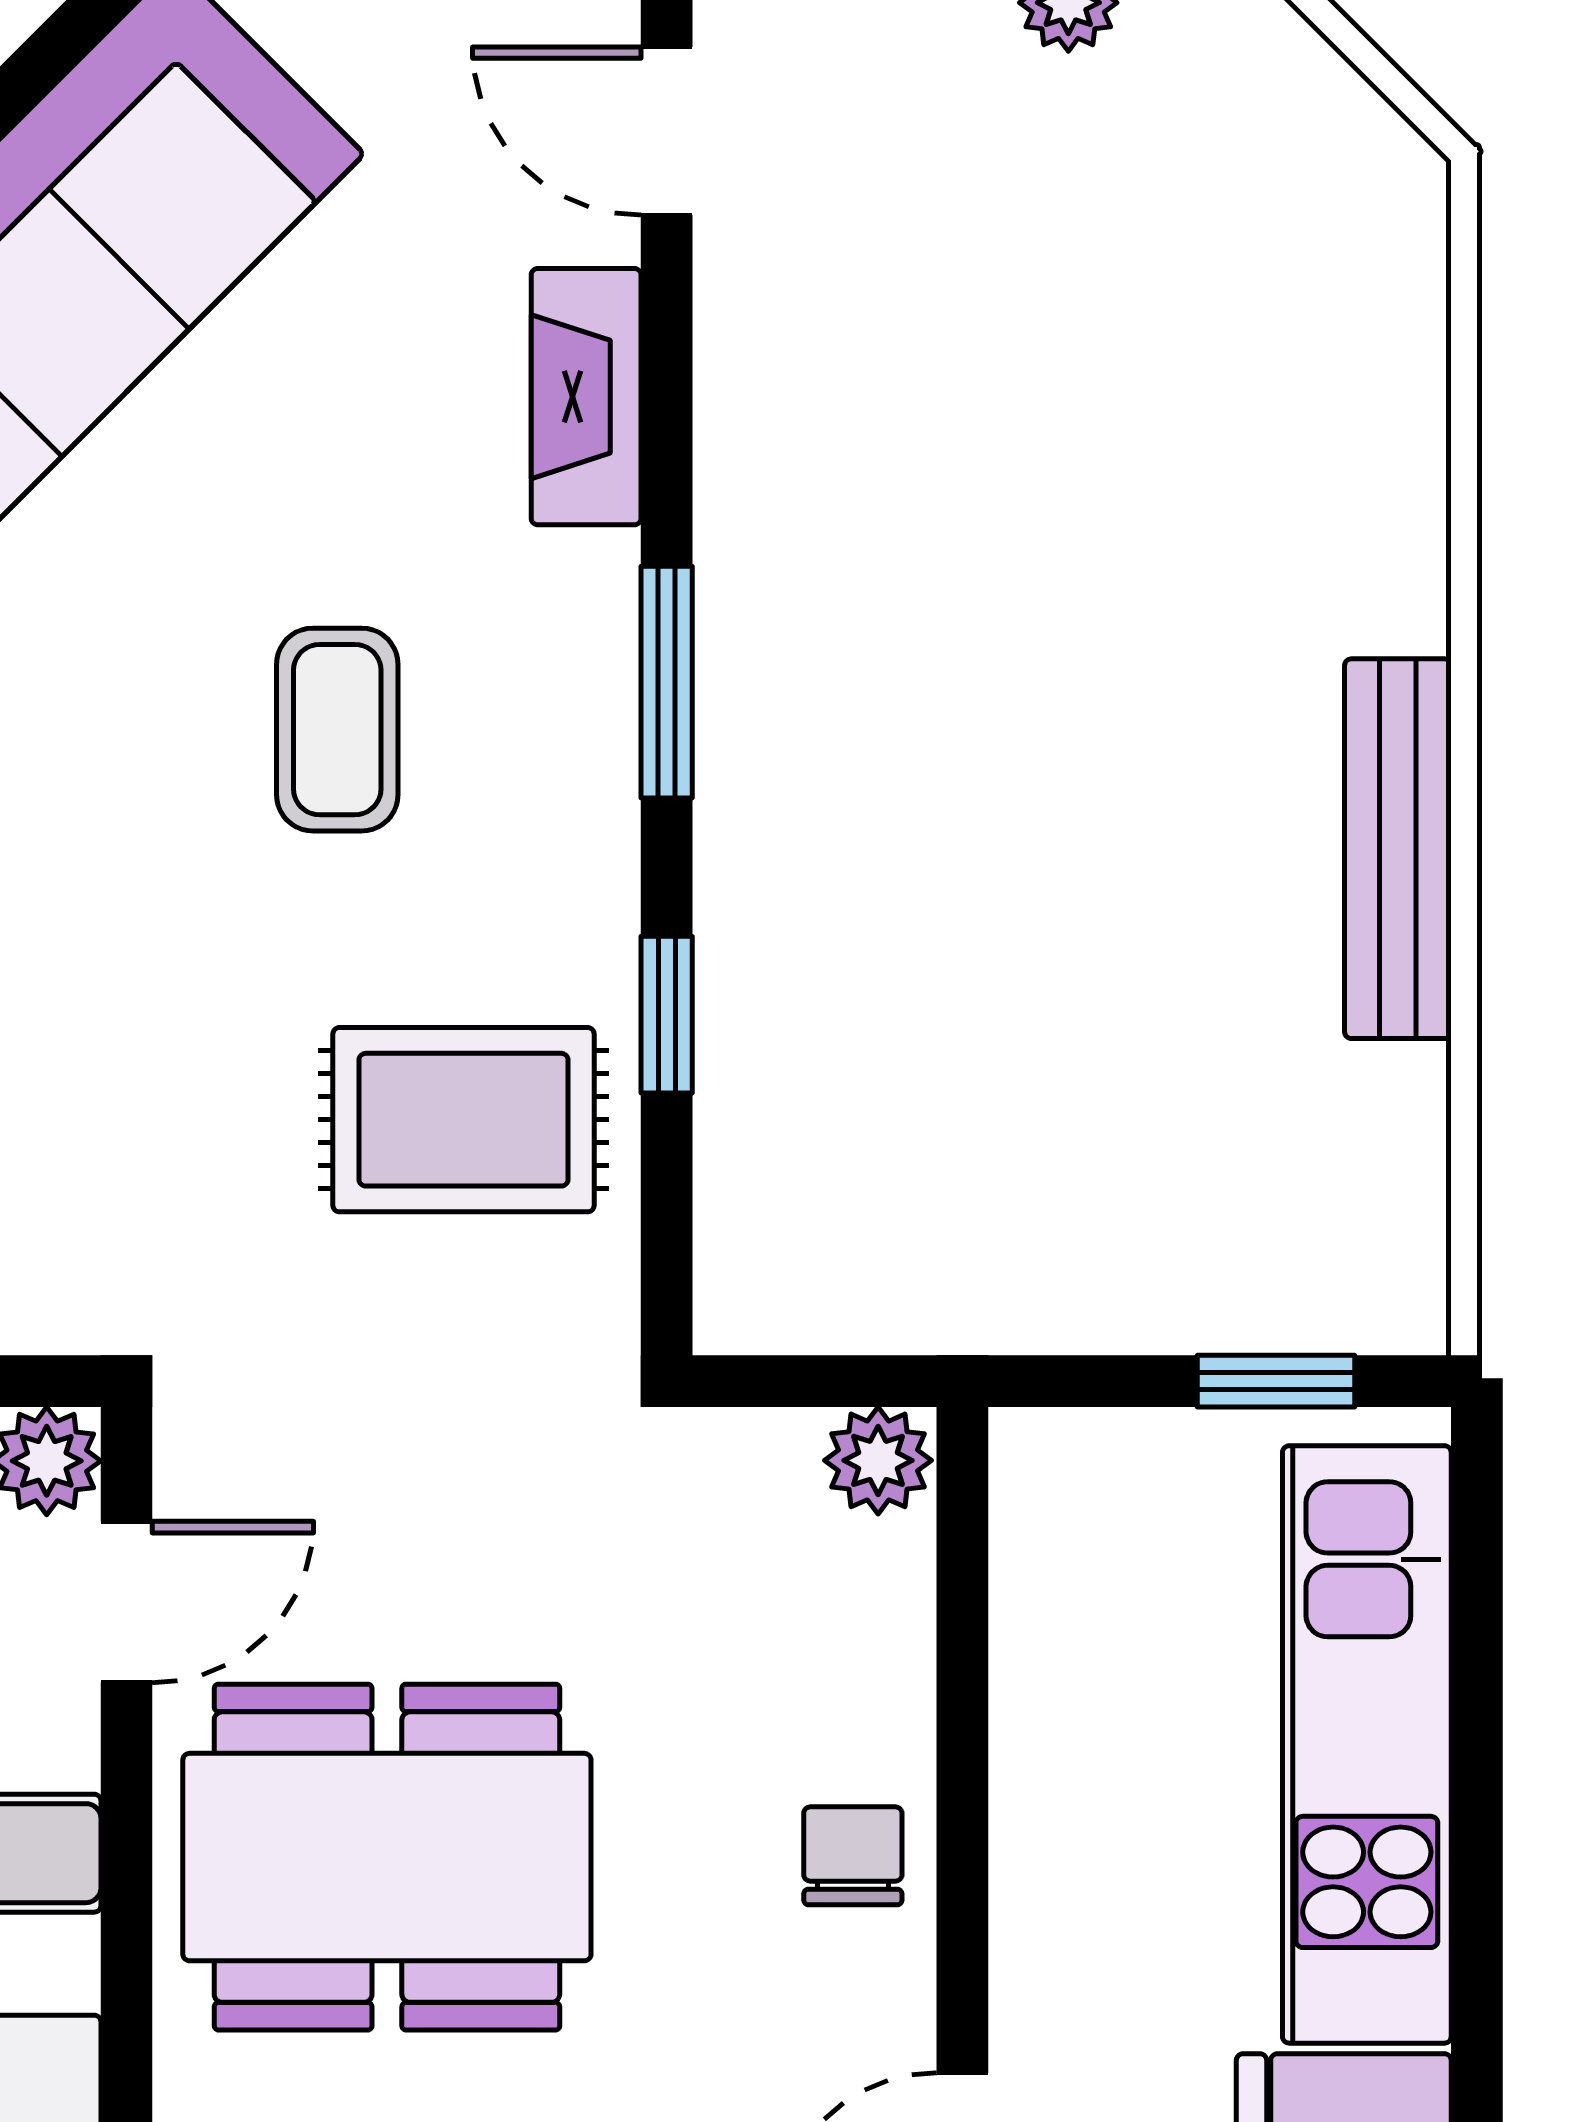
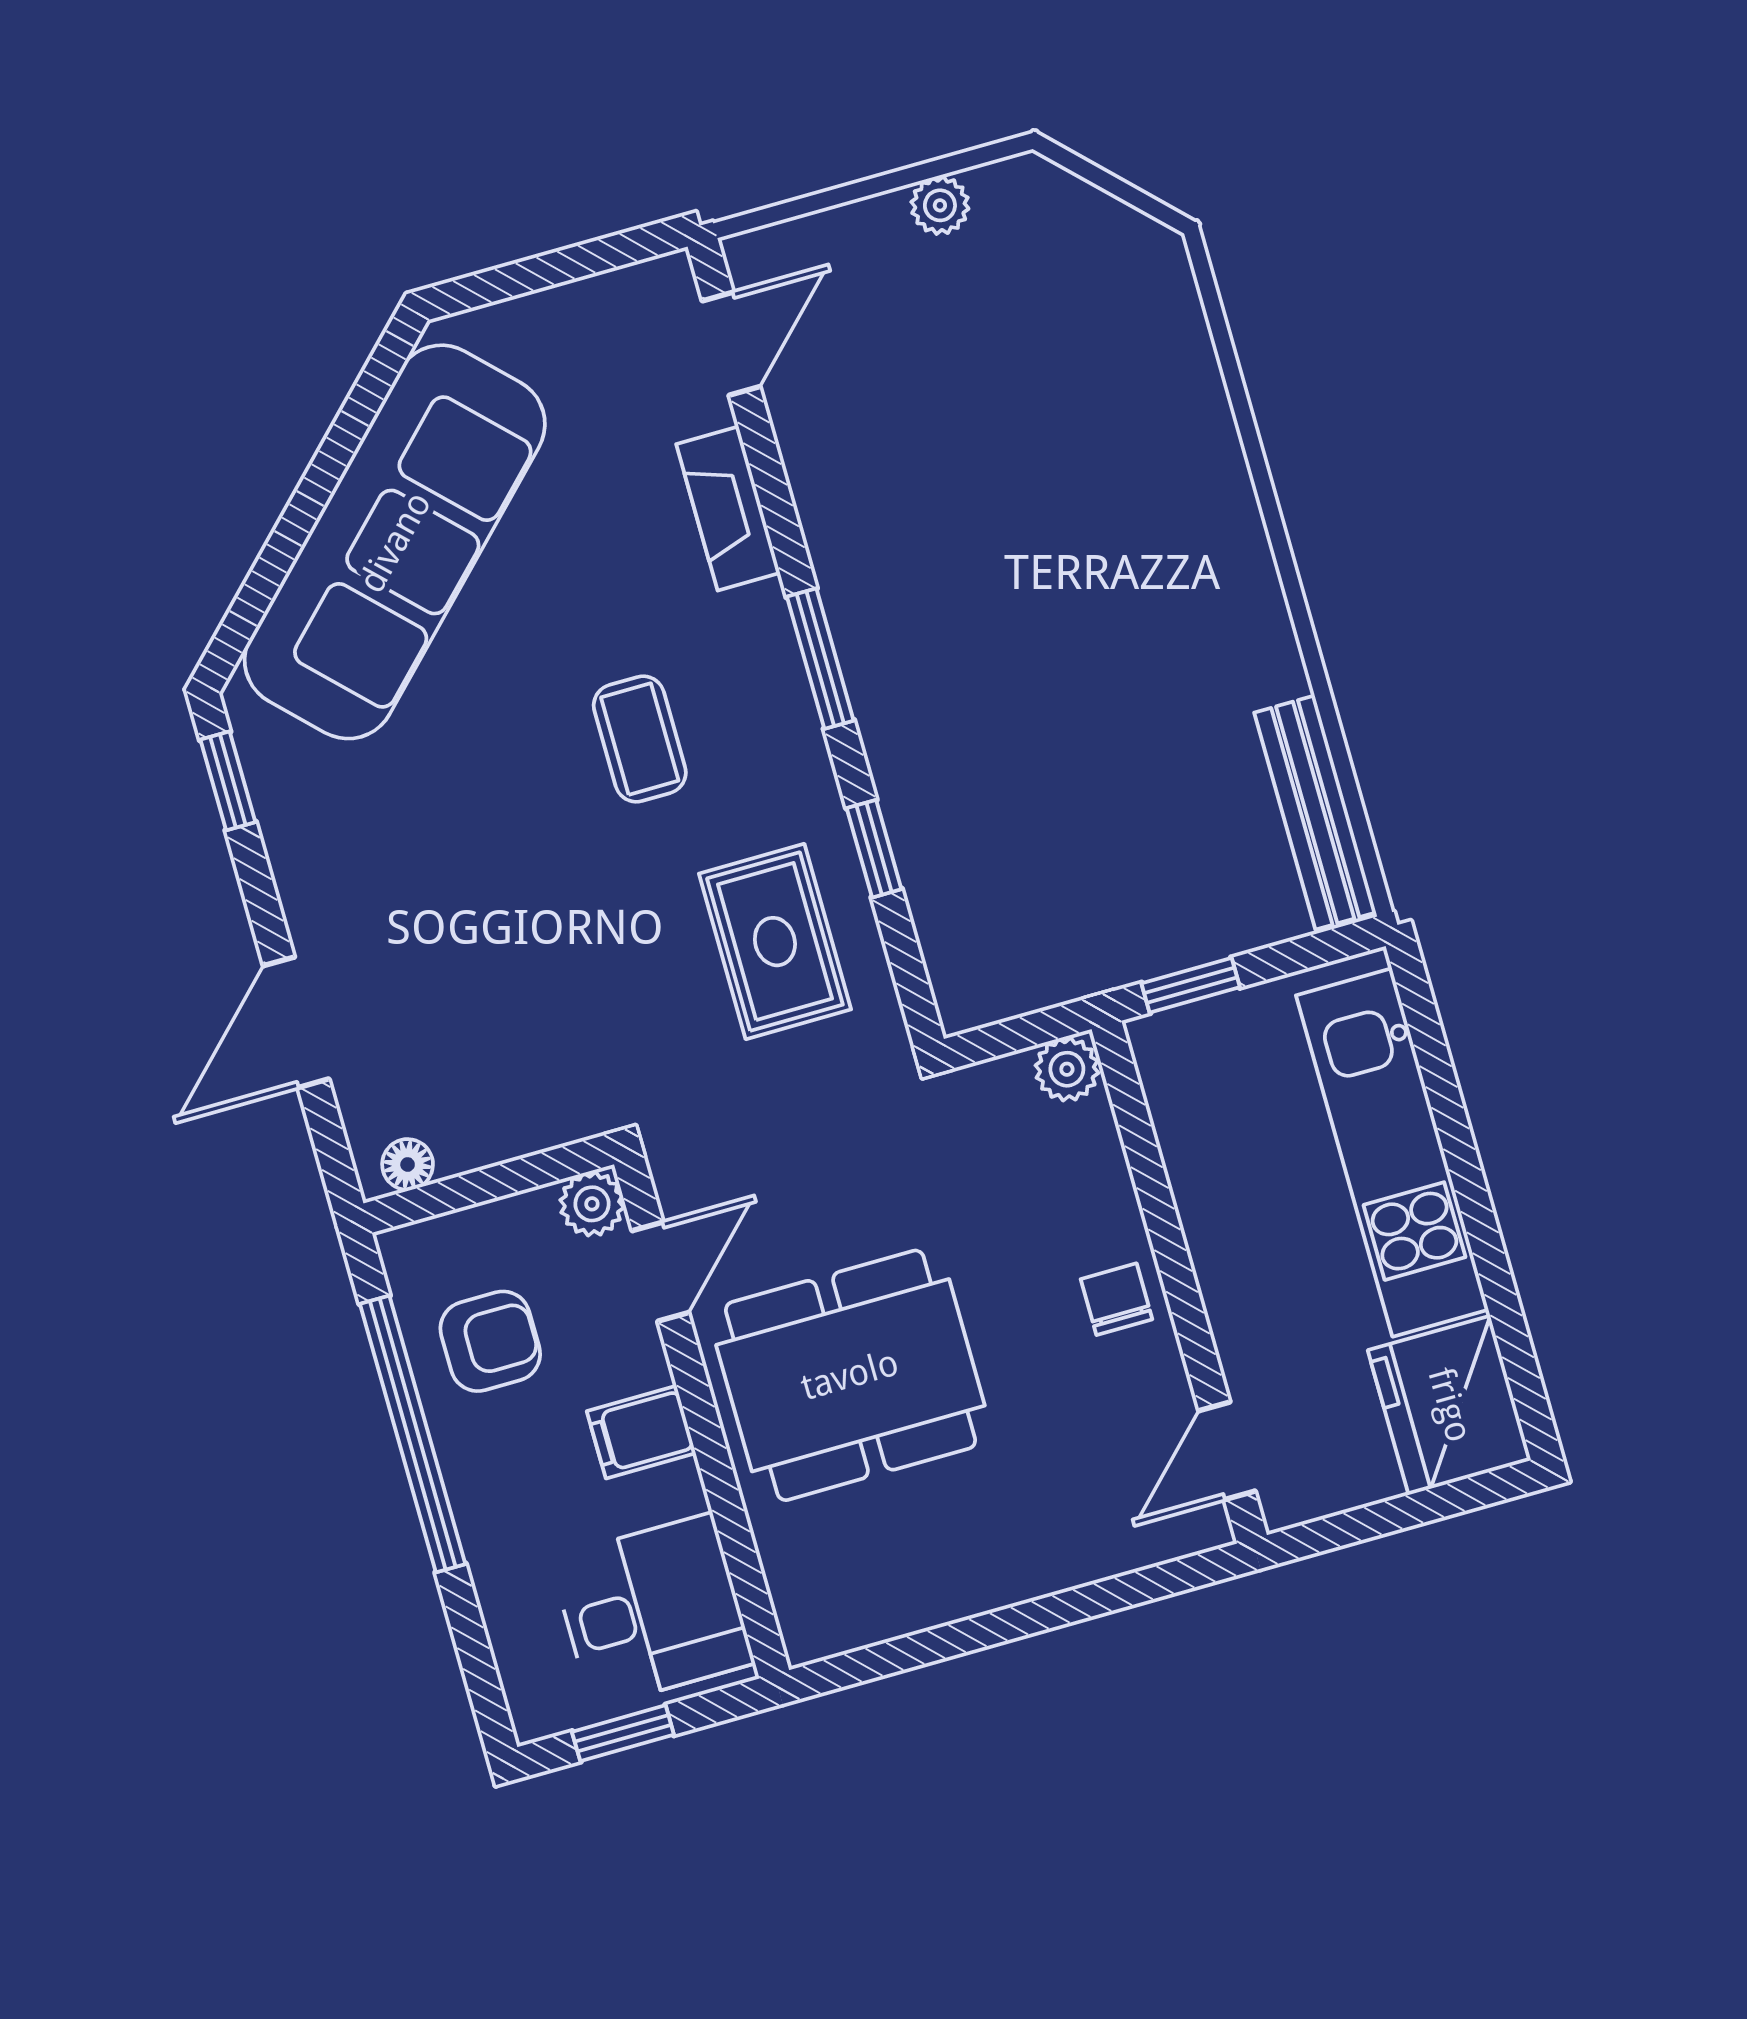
door: (667, 131) -> (731, 344), swing flipped
bench: (1398, 849) -> (1315, 813), moved
rug: (463, 1120) -> (775, 942), turned 90
window: (1276, 1381) -> (1191, 985), moved

